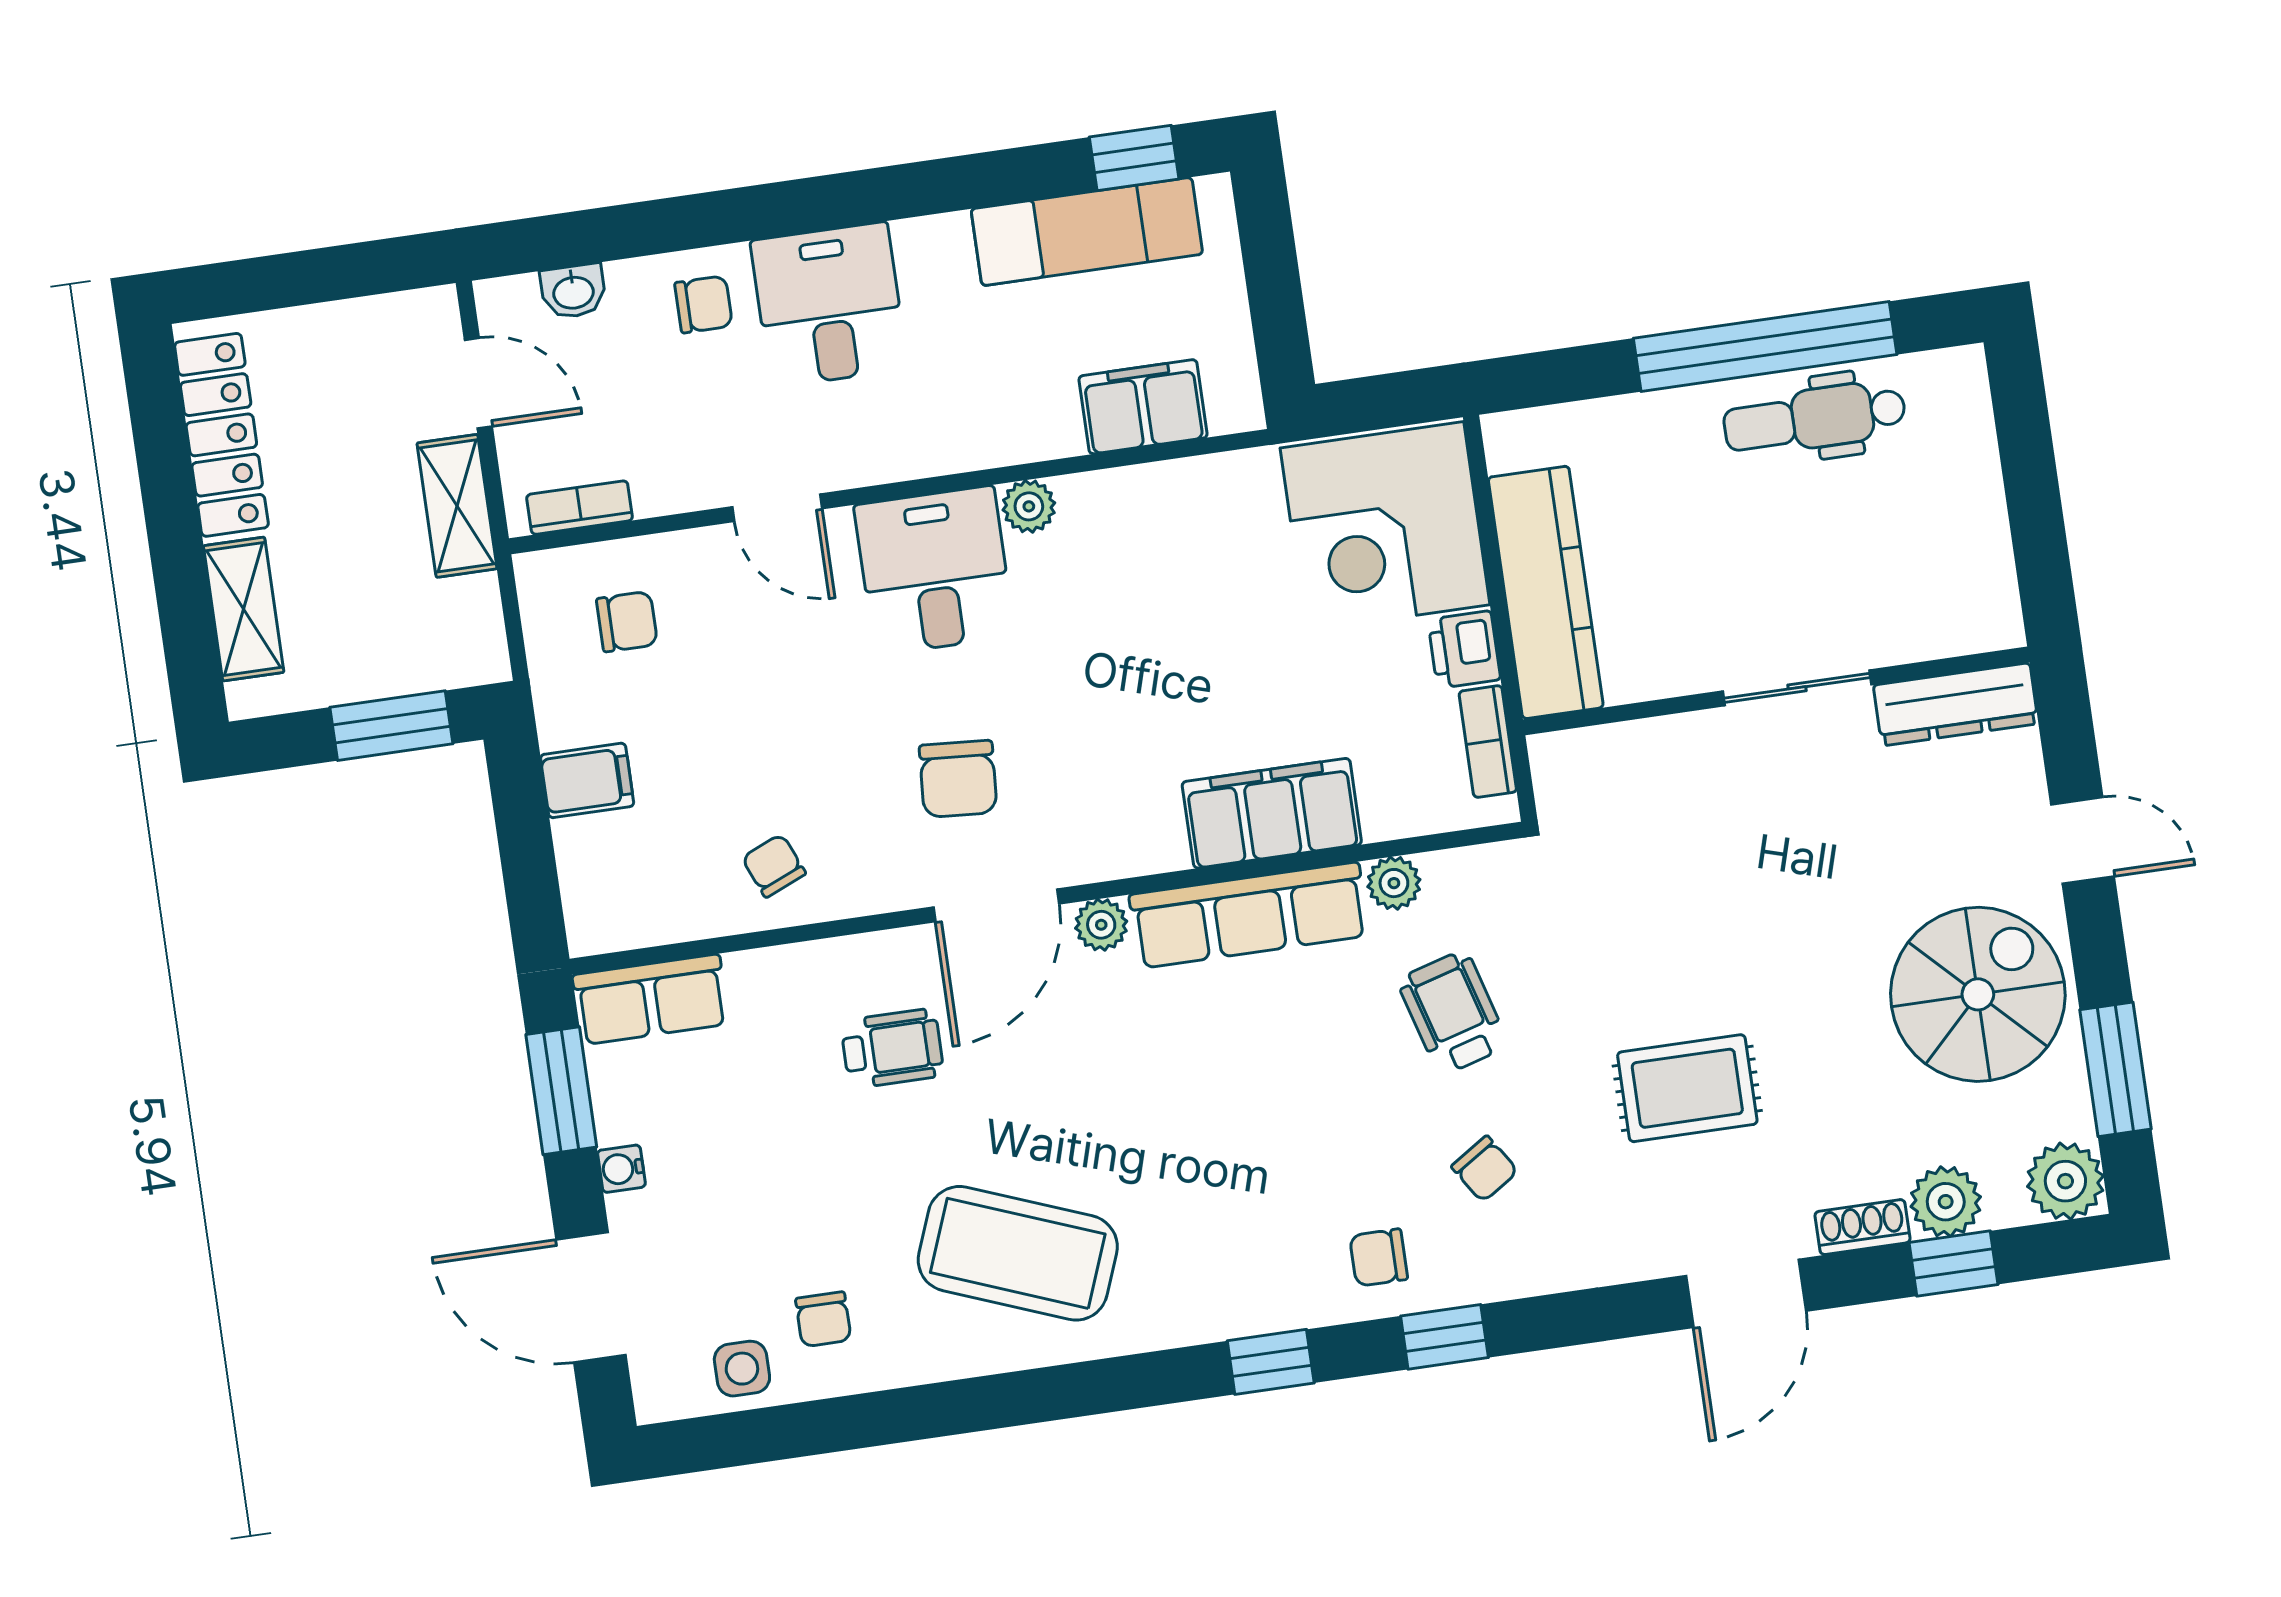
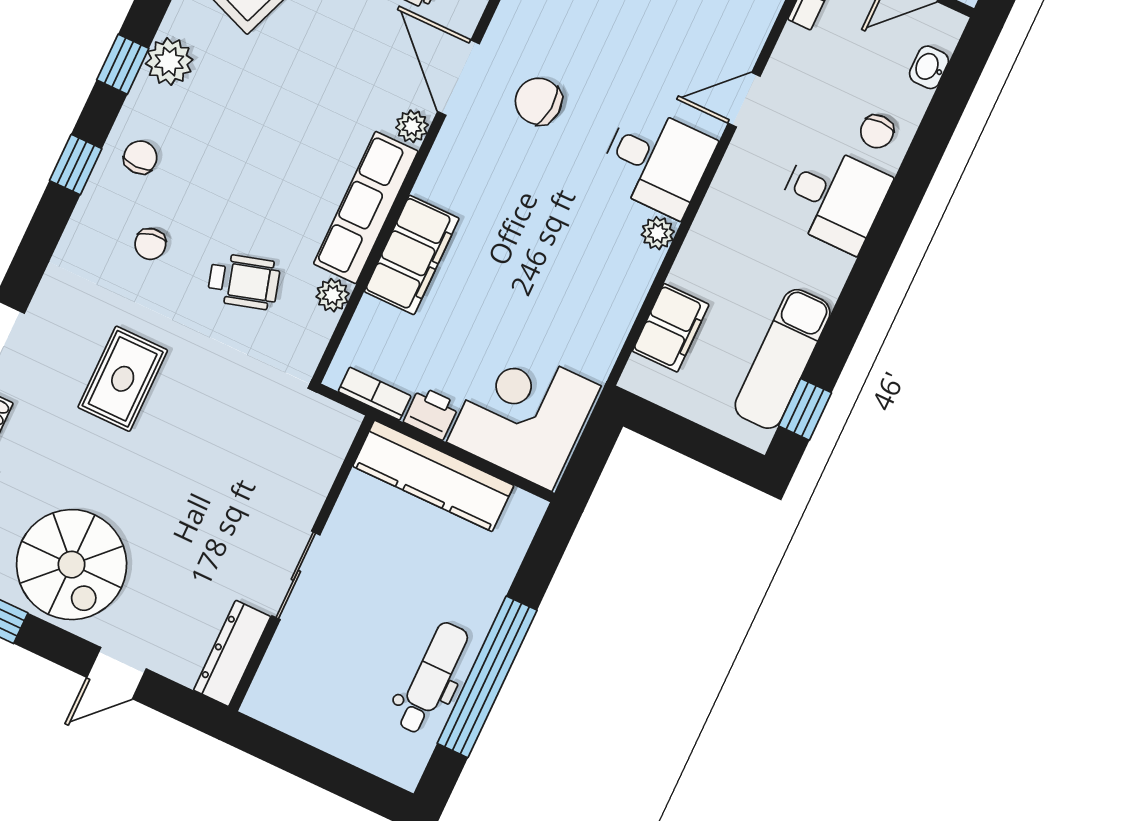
chair: (1485, 1169) -> (150, 244), turned -68
plant: (1227, 1303) -> (169, 62), added

